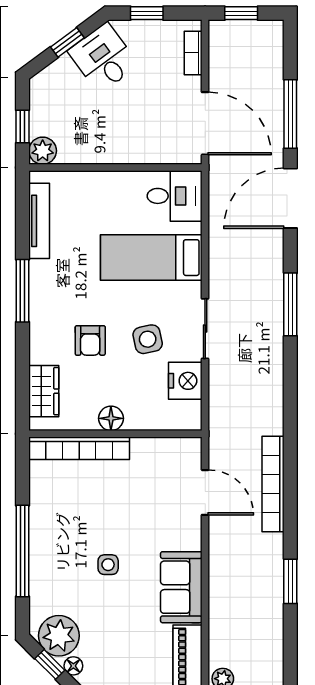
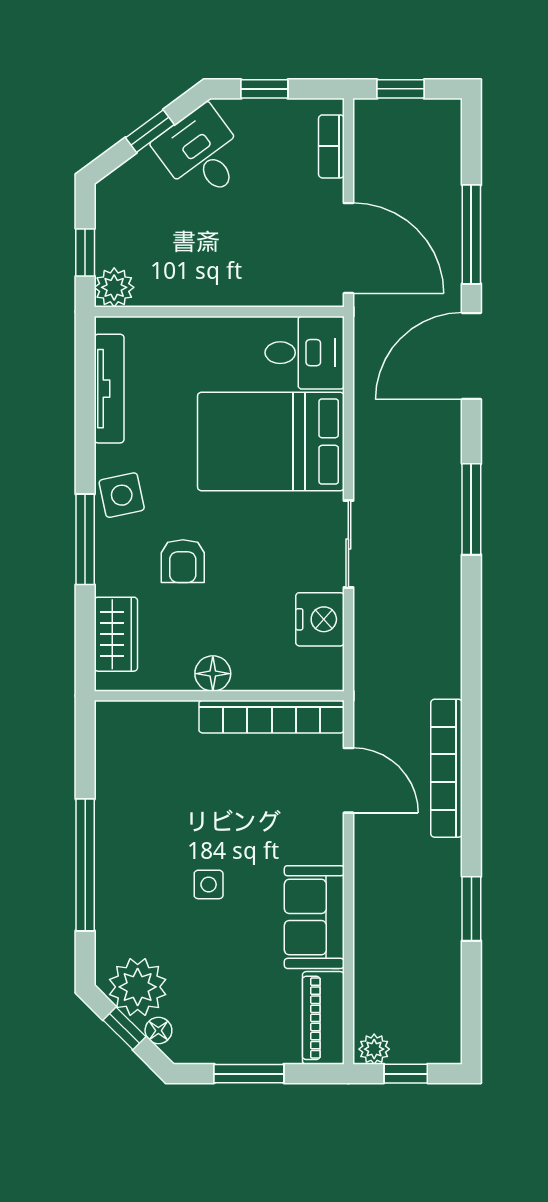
bed: (151, 258) -> (271, 442), width x1.50
window: (23, 291) -> (85, 539), moved
side table: (148, 339) -> (122, 495), moved
bookcase: (79, 448) -> (272, 717), moved

